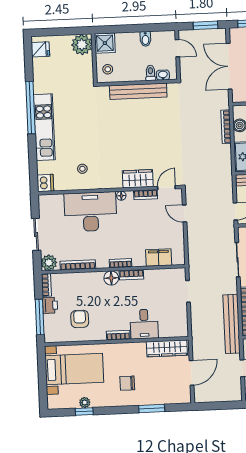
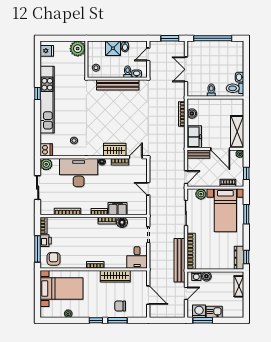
shower: (105, 43) -> (113, 48), moved
door: (177, 48) -> (148, 54), swing flipped
double door: (229, 66) -> (186, 69), width x0.73
window: (31, 108) -> (38, 94), width x0.32
kitchen unit: (44, 127) -> (47, 100), width x1.36
door: (185, 213) -> (148, 189), moved
filing cabinet: (159, 258) -> (118, 209), moved
plant: (49, 263) -> (46, 164), moved
floor lamp: (111, 278) -> (122, 222), moved
armchair: (80, 319) -> (54, 259), moved
desk: (144, 324) -> (137, 257), moved
wardrobe: (167, 348) -> (115, 276), moved
door: (191, 373) -> (148, 295), hinge flipped
chair: (127, 383) -> (120, 306), moved
window: (84, 411) -> (96, 320), moved

